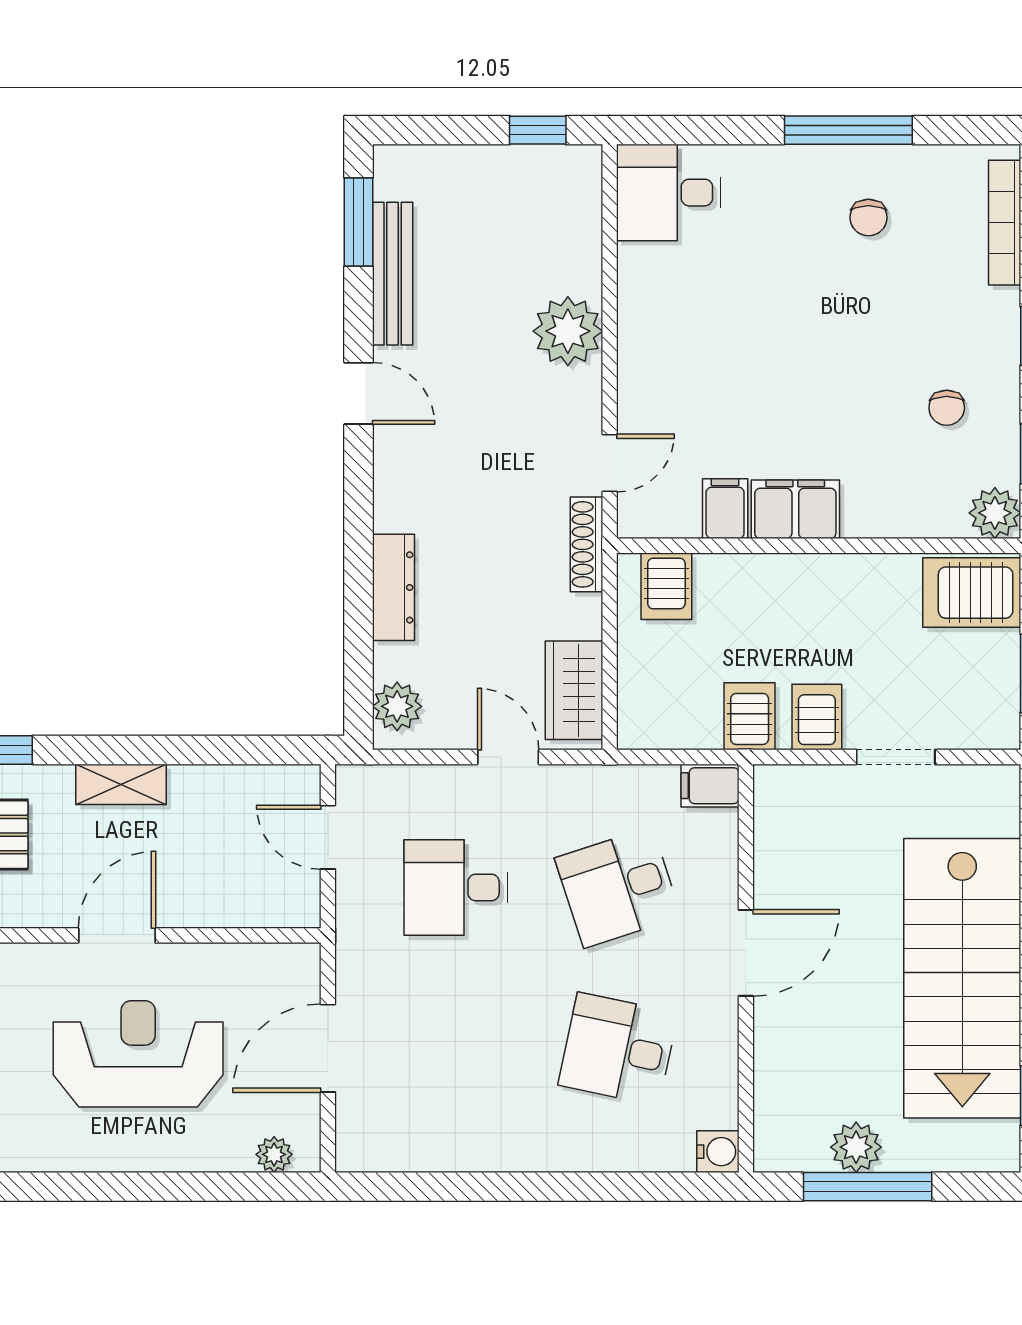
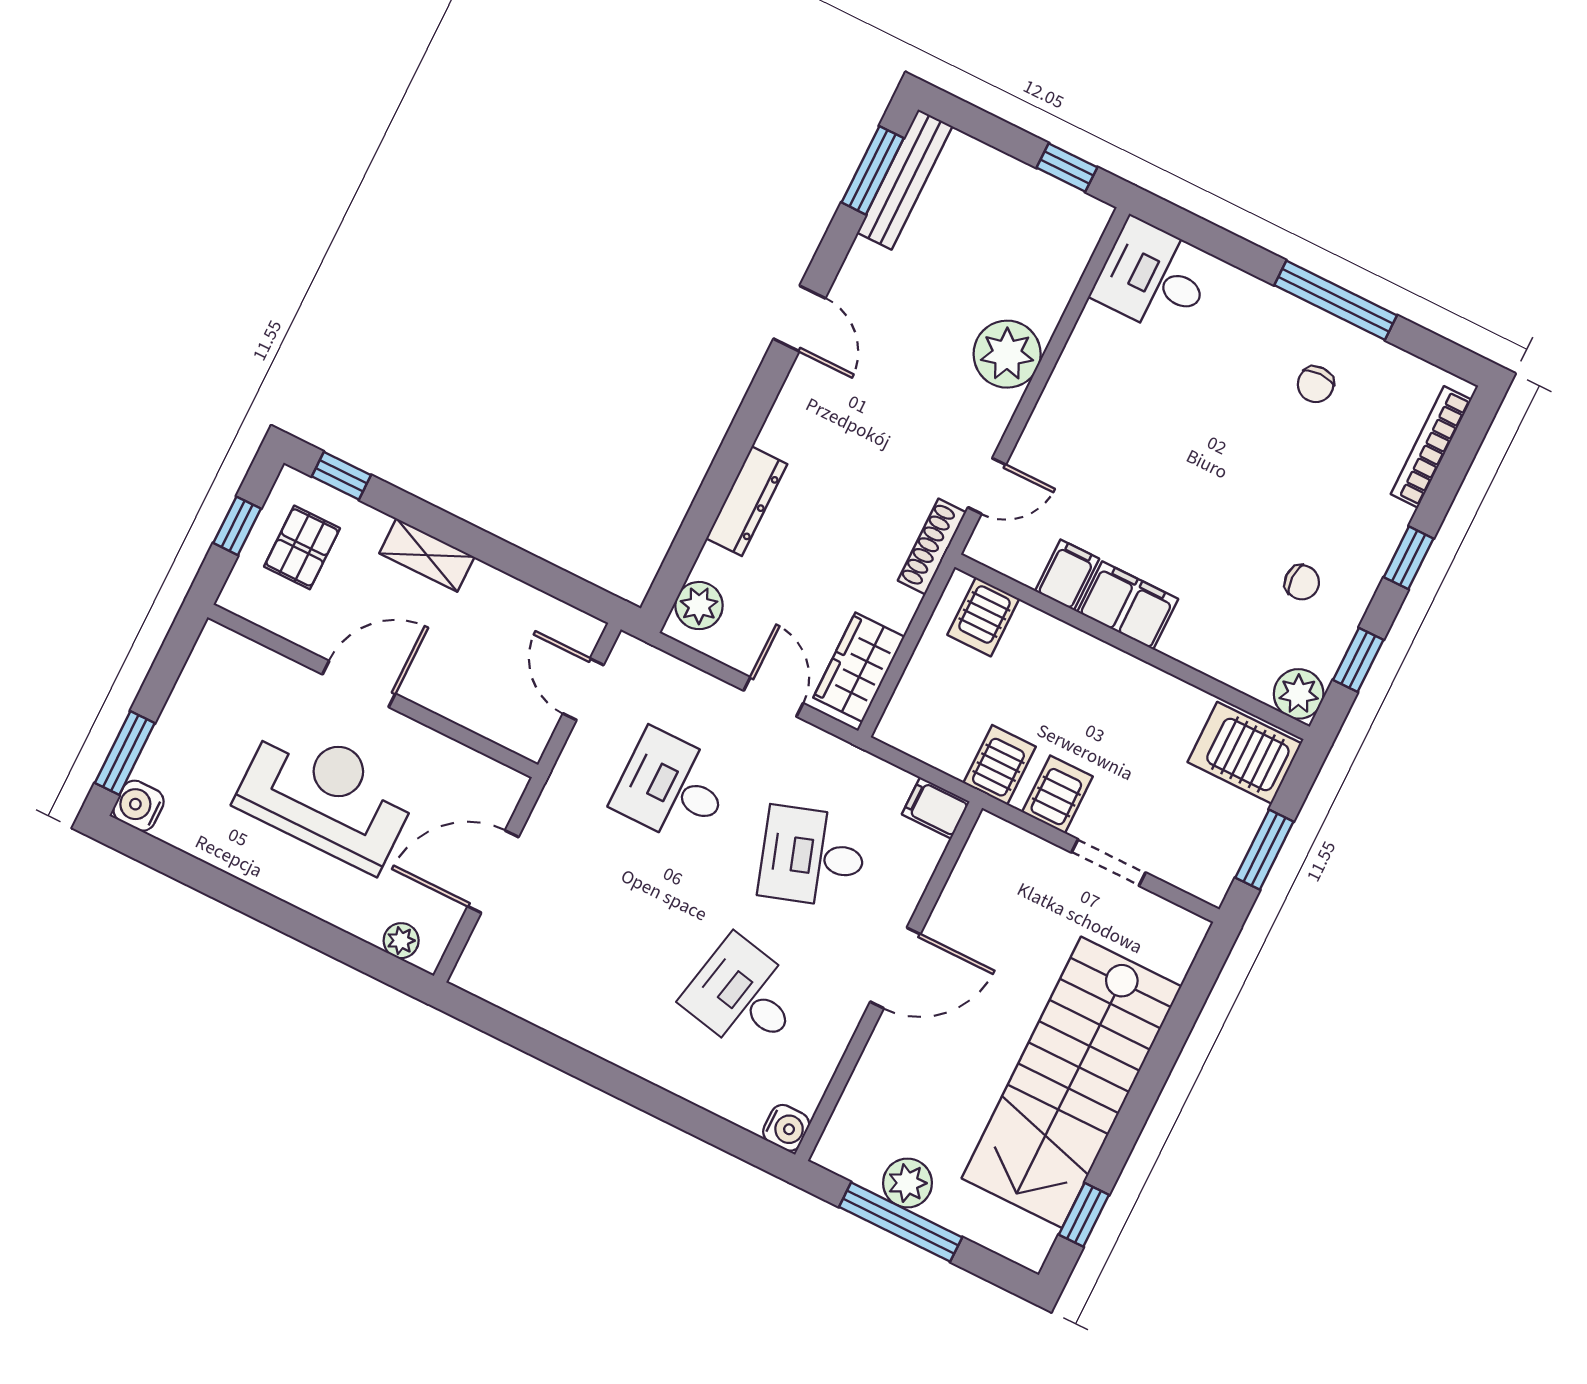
bench: (393, 274) -> (905, 179), moved
chair: (947, 408) -> (1302, 582), turned -90

